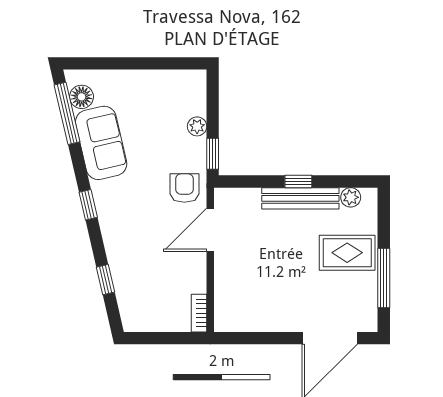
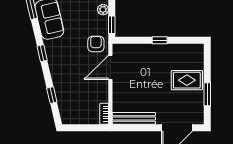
plant: (351, 197) -> (189, 49), removed
bench: (300, 198) -> (134, 118), moved
window: (384, 278) -> (207, 94), width x0.69

